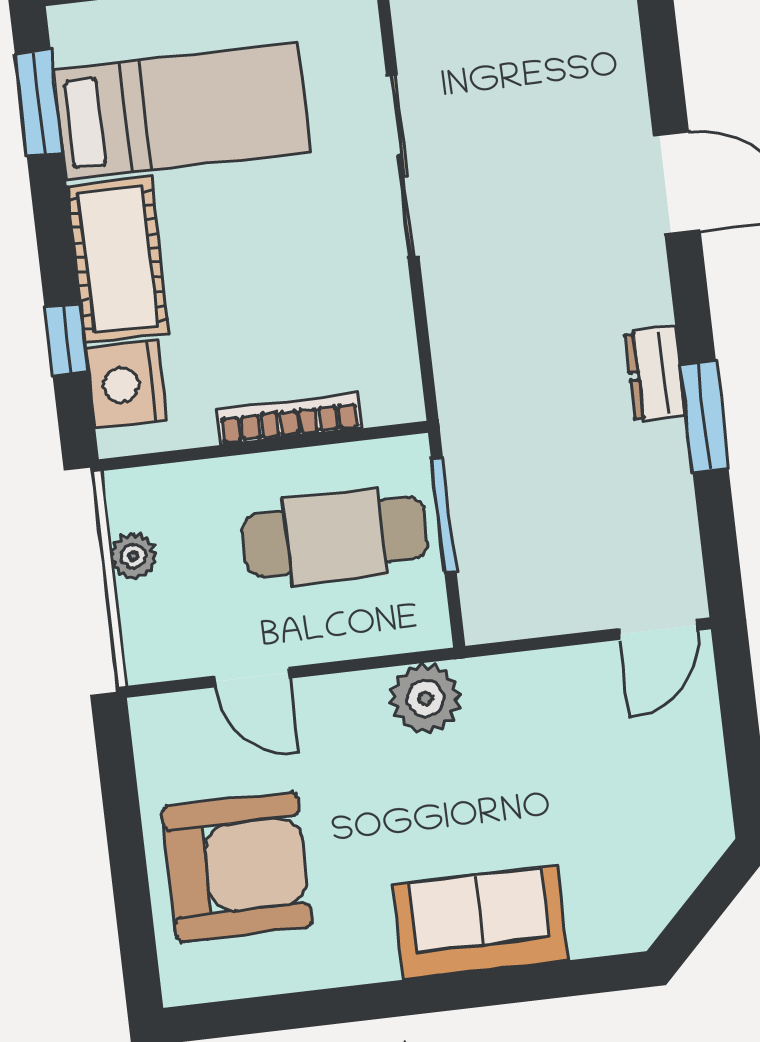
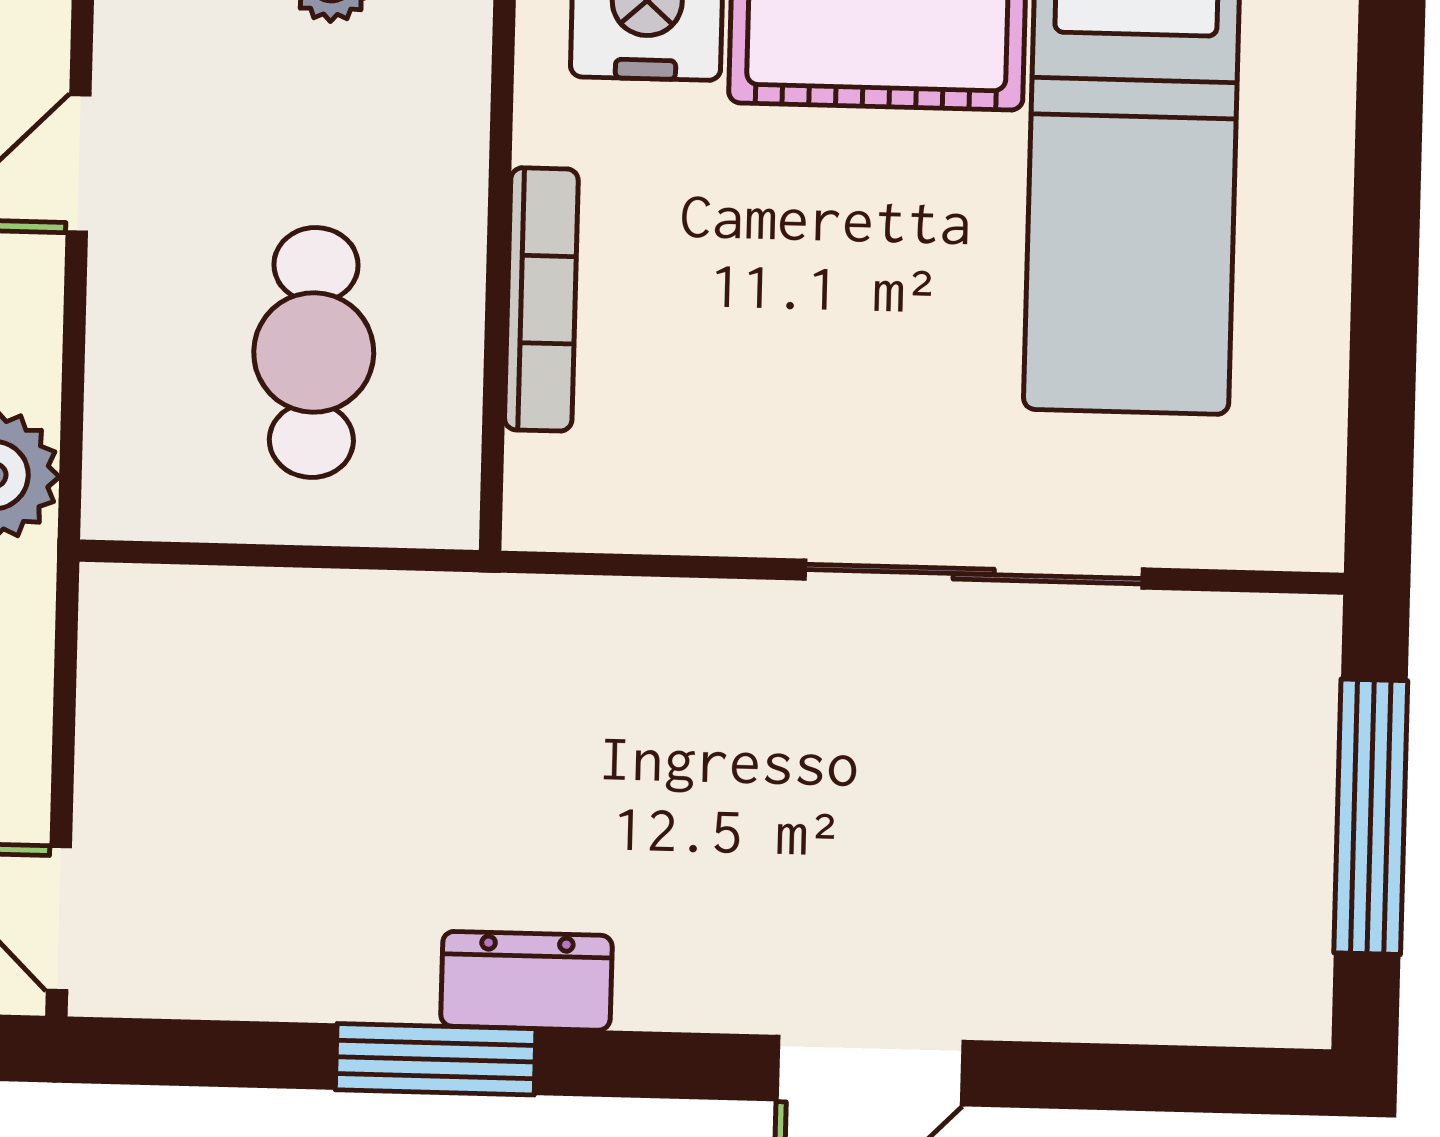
window: (444, 515) -> (325, 557), removed
cafe table: (335, 537) -> (314, 352), width x0.73, depth x0.74

